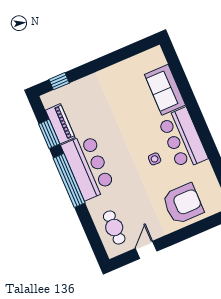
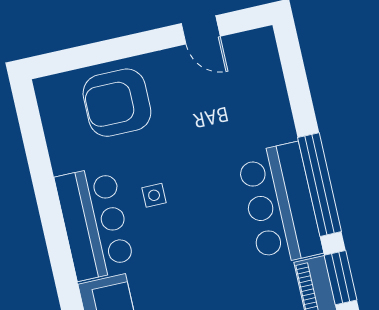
cafe table: (114, 228) -> (252, 82), removed
door: (146, 250) -> (201, 30), hinge flipped

